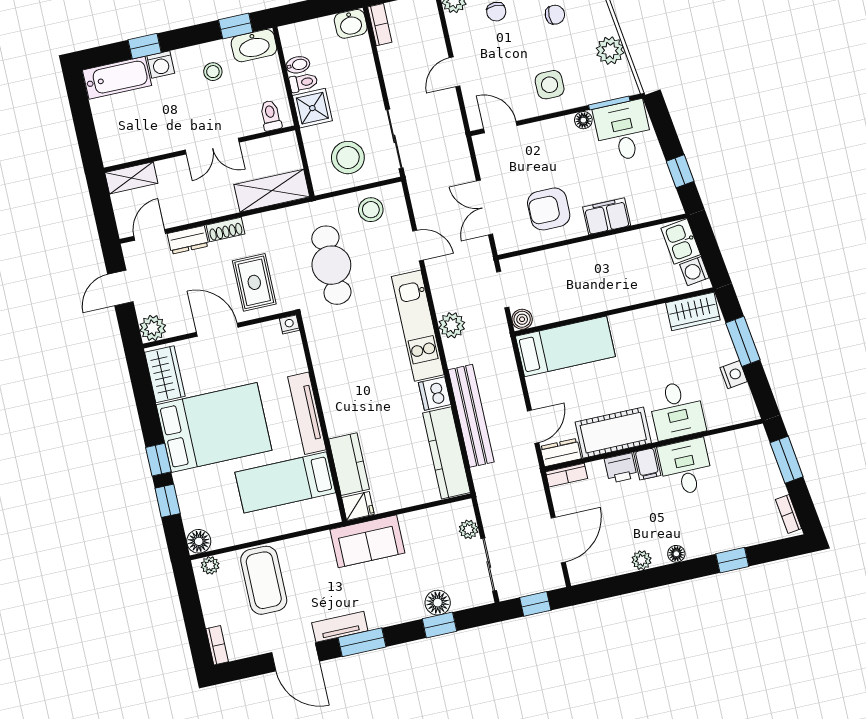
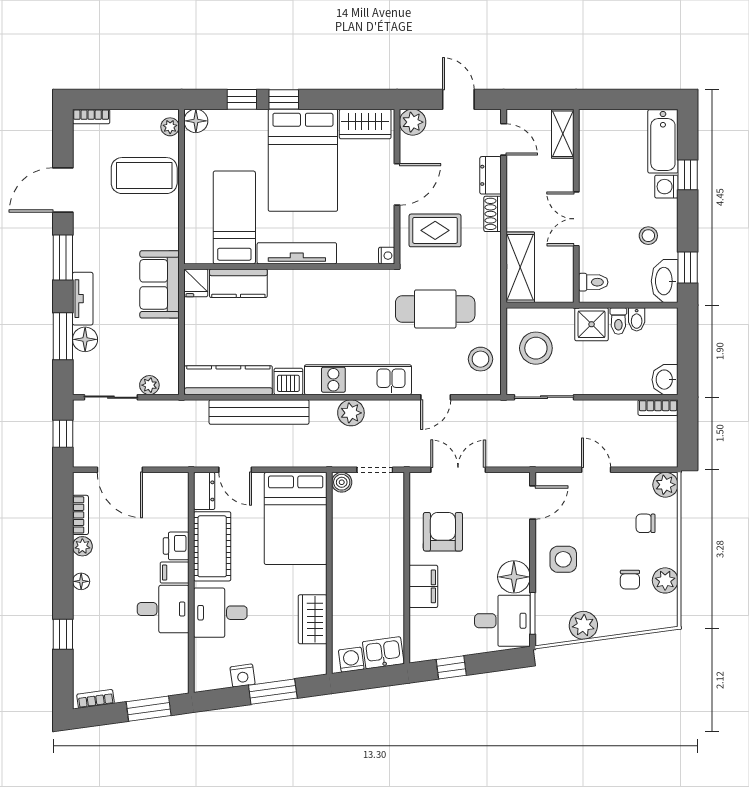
floor lamp: (583, 120) -> (514, 577), width x1.89, depth x1.89
wardrobe: (693, 311) -> (313, 619), moved
bed: (565, 346) -> (296, 518), width x1.50
bookcase: (567, 475) -> (80, 515), moved, turned 180
window: (439, 625) -> (63, 336), width x1.50
tv unit: (340, 627) -> (83, 299), moved

